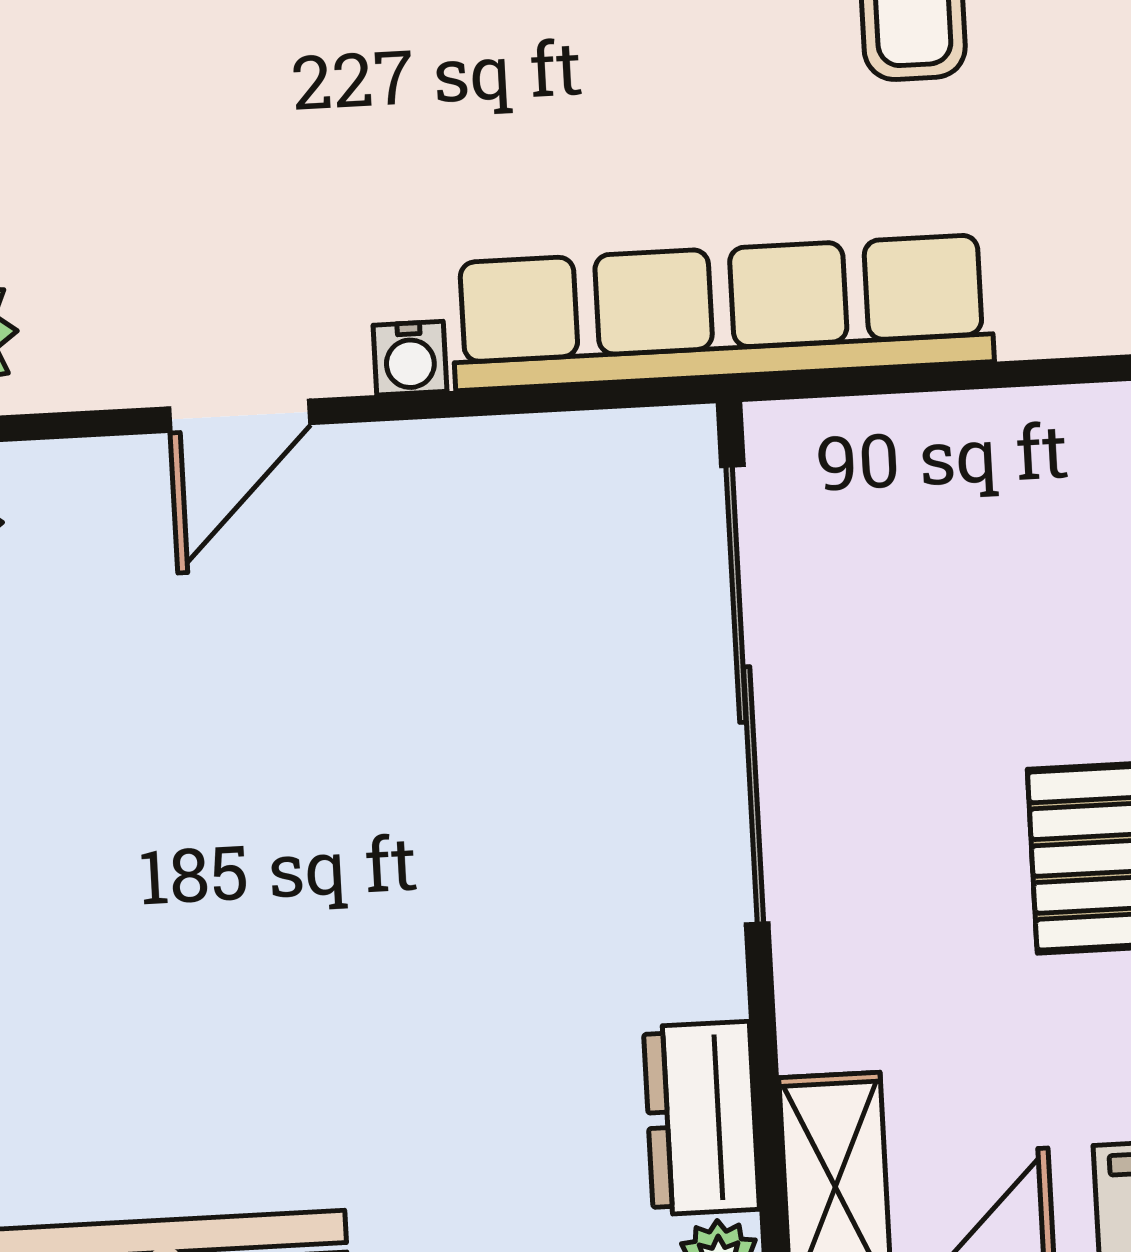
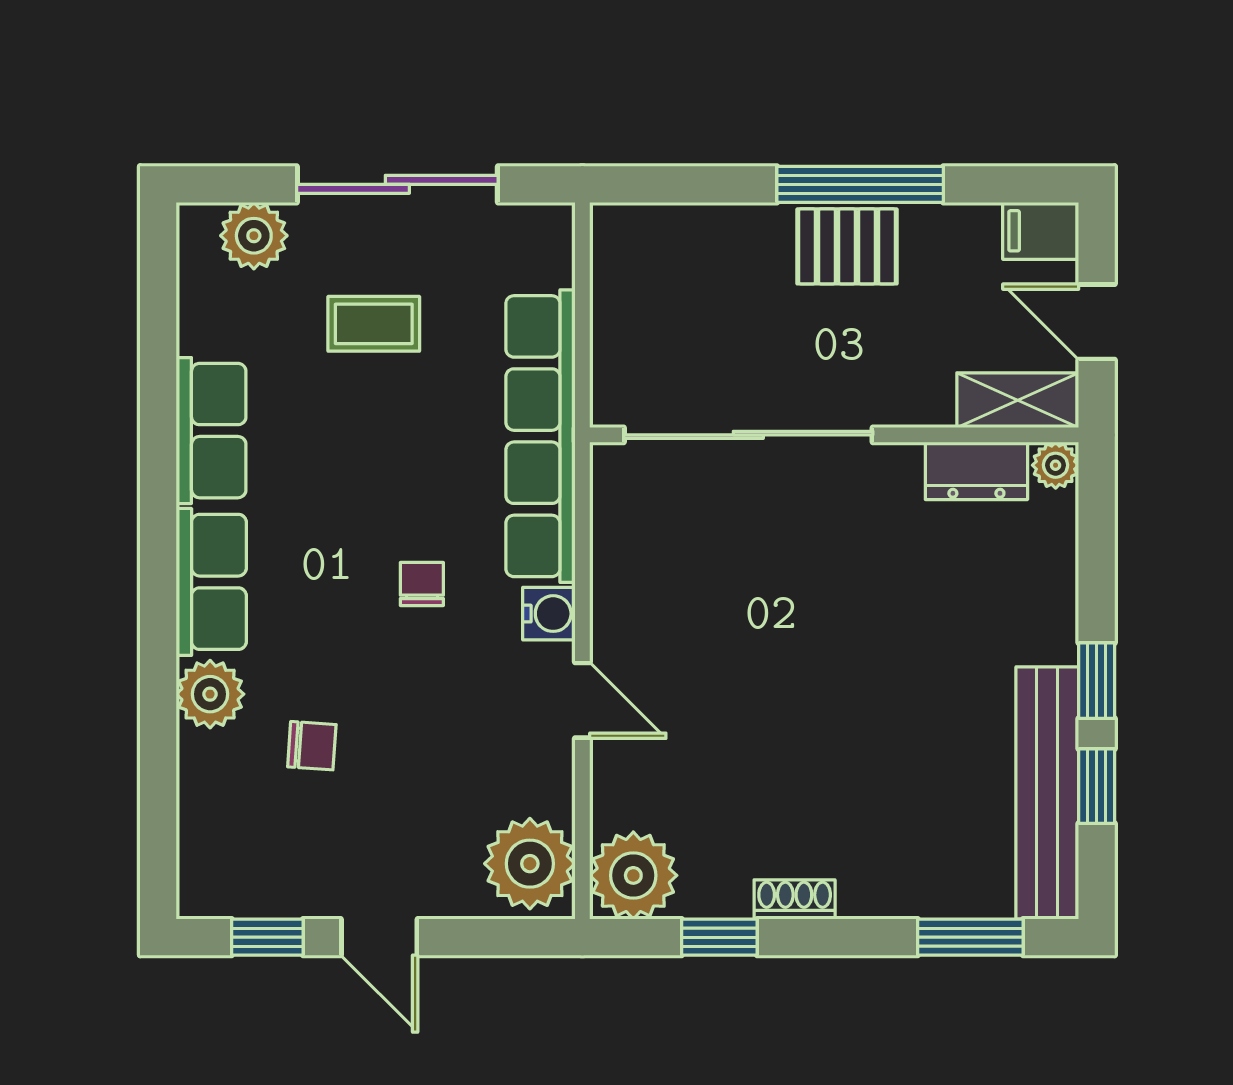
chair: (438, 109) -> (422, 584), added
water cooler: (410, 358) -> (549, 614), width x1.38, depth x1.38

